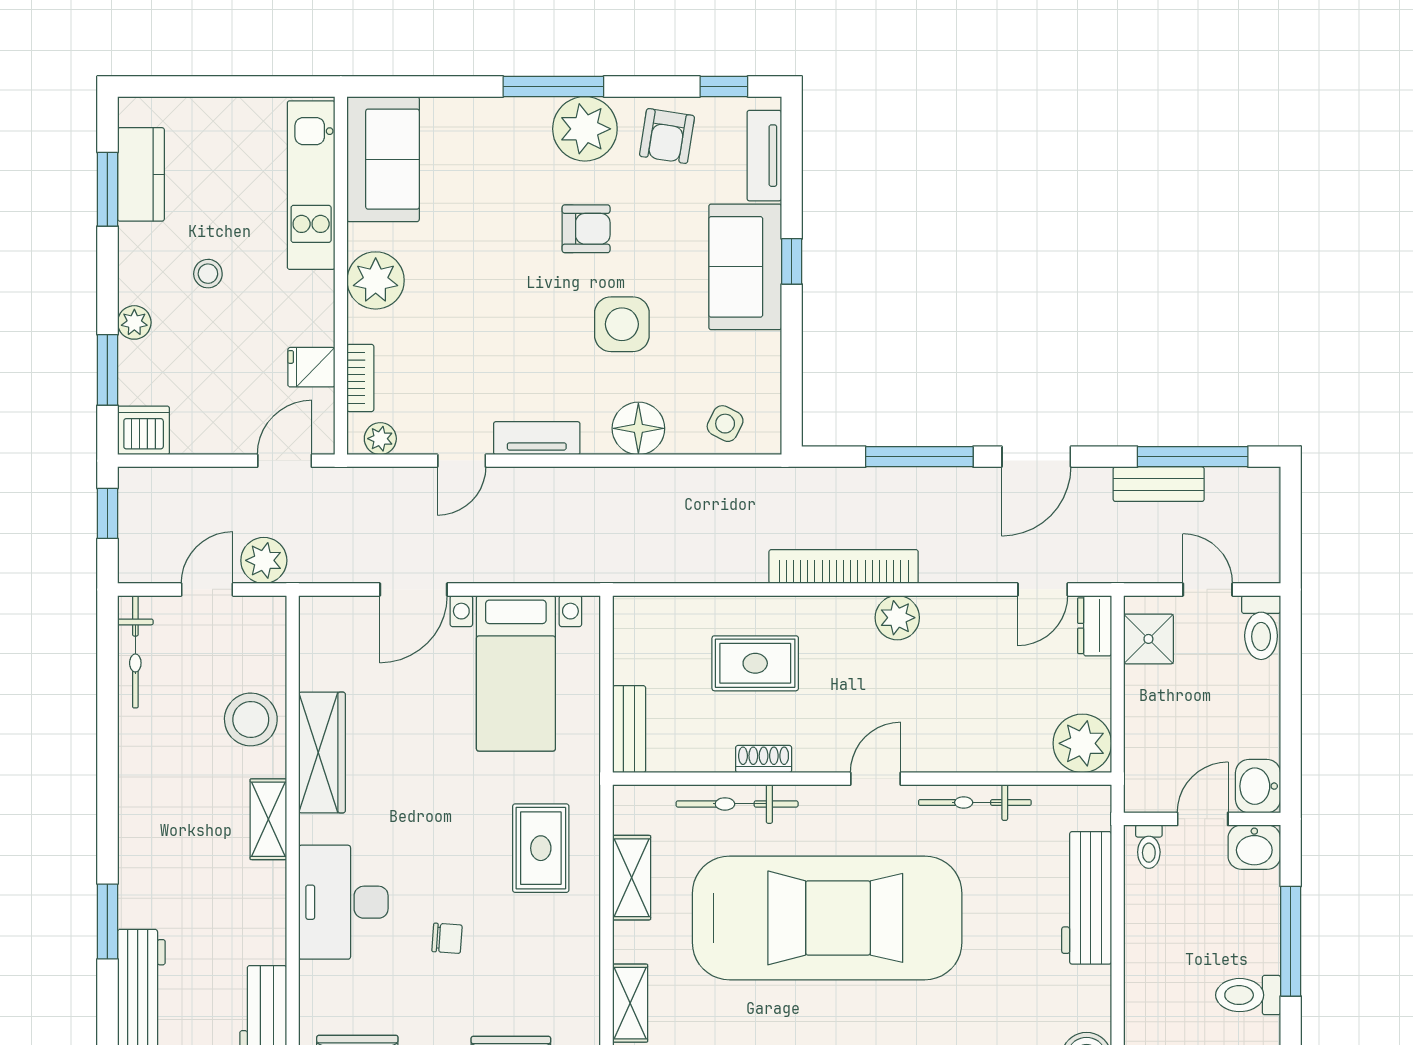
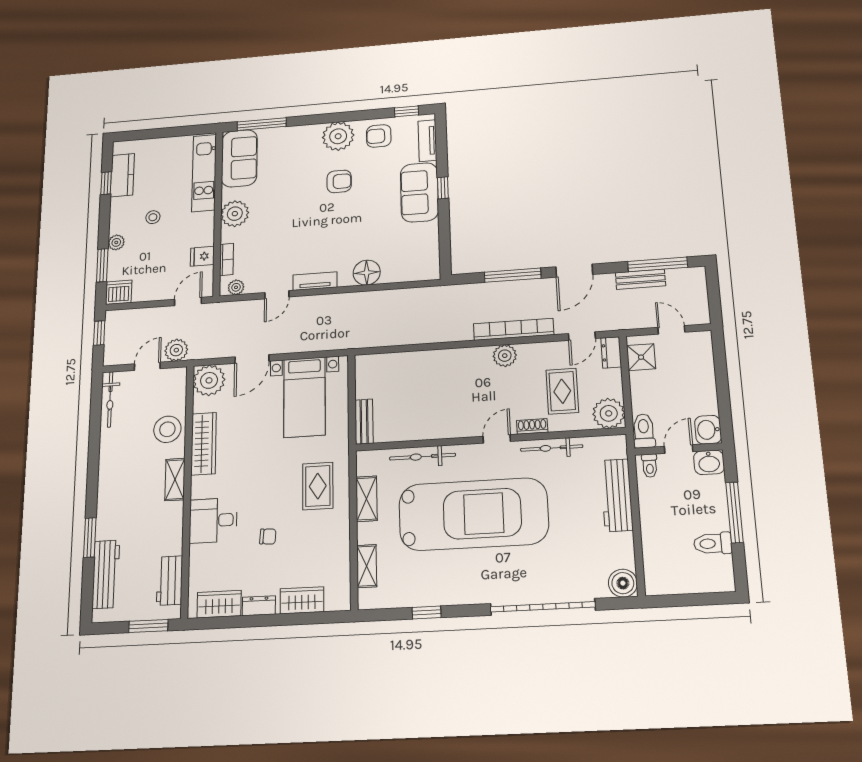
window: (553, 86) -> (262, 124), moved
armchair: (667, 136) -> (379, 136), turned 81
window: (107, 189) -> (106, 183), width x0.67
side table: (622, 324) -> (358, 224), removed
side table: (725, 424) -> (411, 267), removed
bookcase: (844, 567) -> (514, 329), moved
plant: (330, 627) -> (209, 380), added
toilet: (1261, 628) -> (644, 431), moved, turned 180
rug: (755, 663) -> (562, 391), moved, turned 90
shoe rack: (764, 759) -> (532, 426), moved
desk: (343, 902) -> (213, 520), width x0.73

